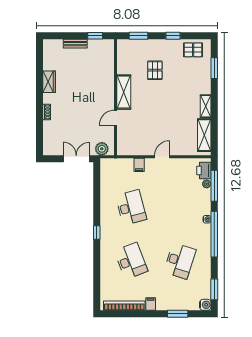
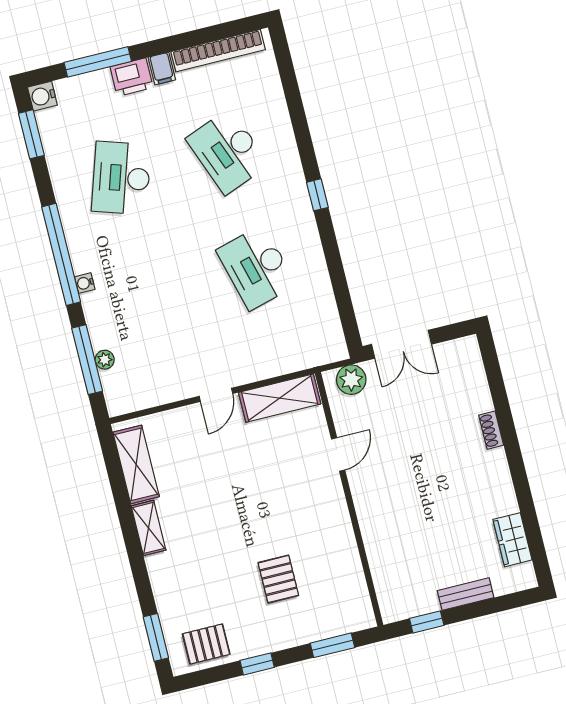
window: (214, 68) -> (156, 637), moved
wardrobe: (49, 82) -> (512, 540), moved
shelving: (124, 92) -> (280, 398), moved, turned 90
filing cabinet: (139, 165) -> (261, 365), removed
printer: (204, 170) -> (132, 77), moved, turned 90
window: (178, 314) -> (98, 62), width x1.44

